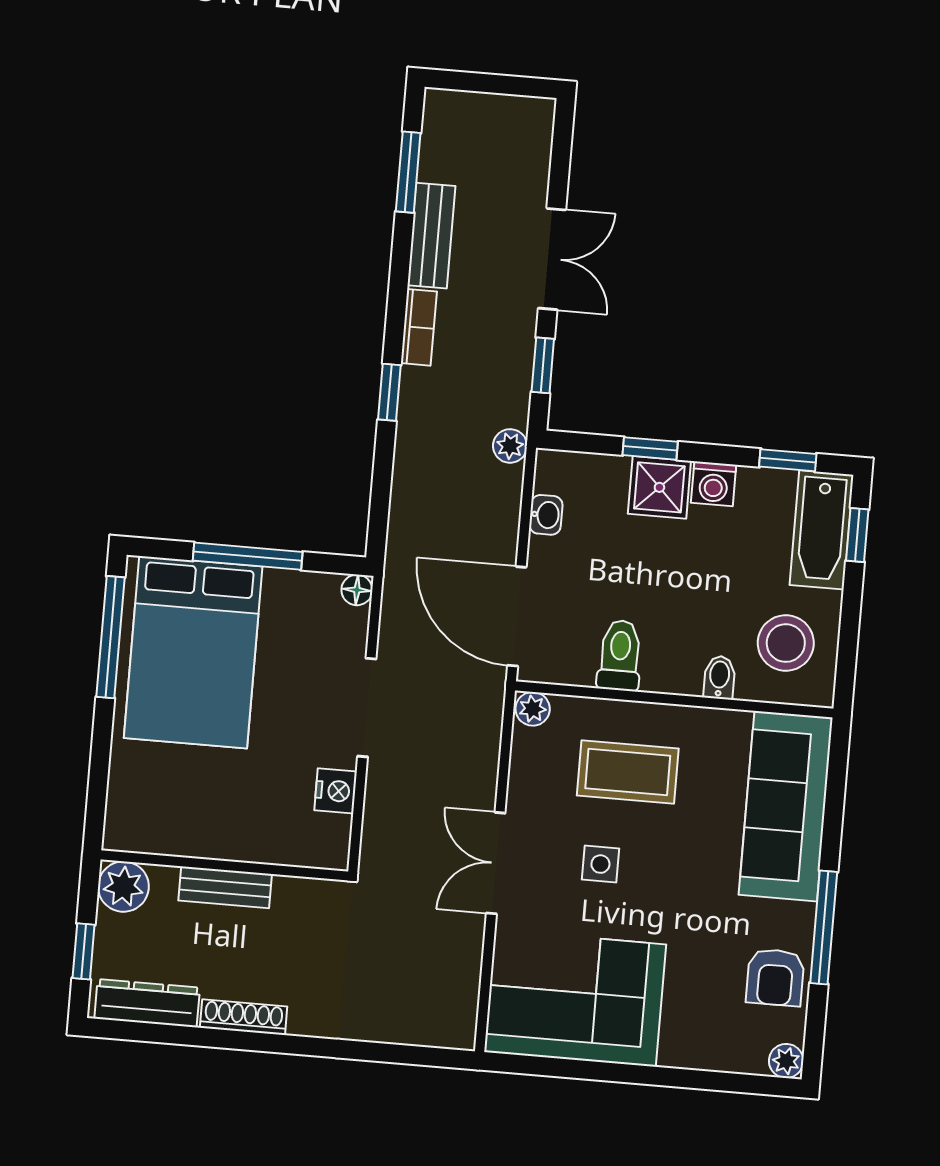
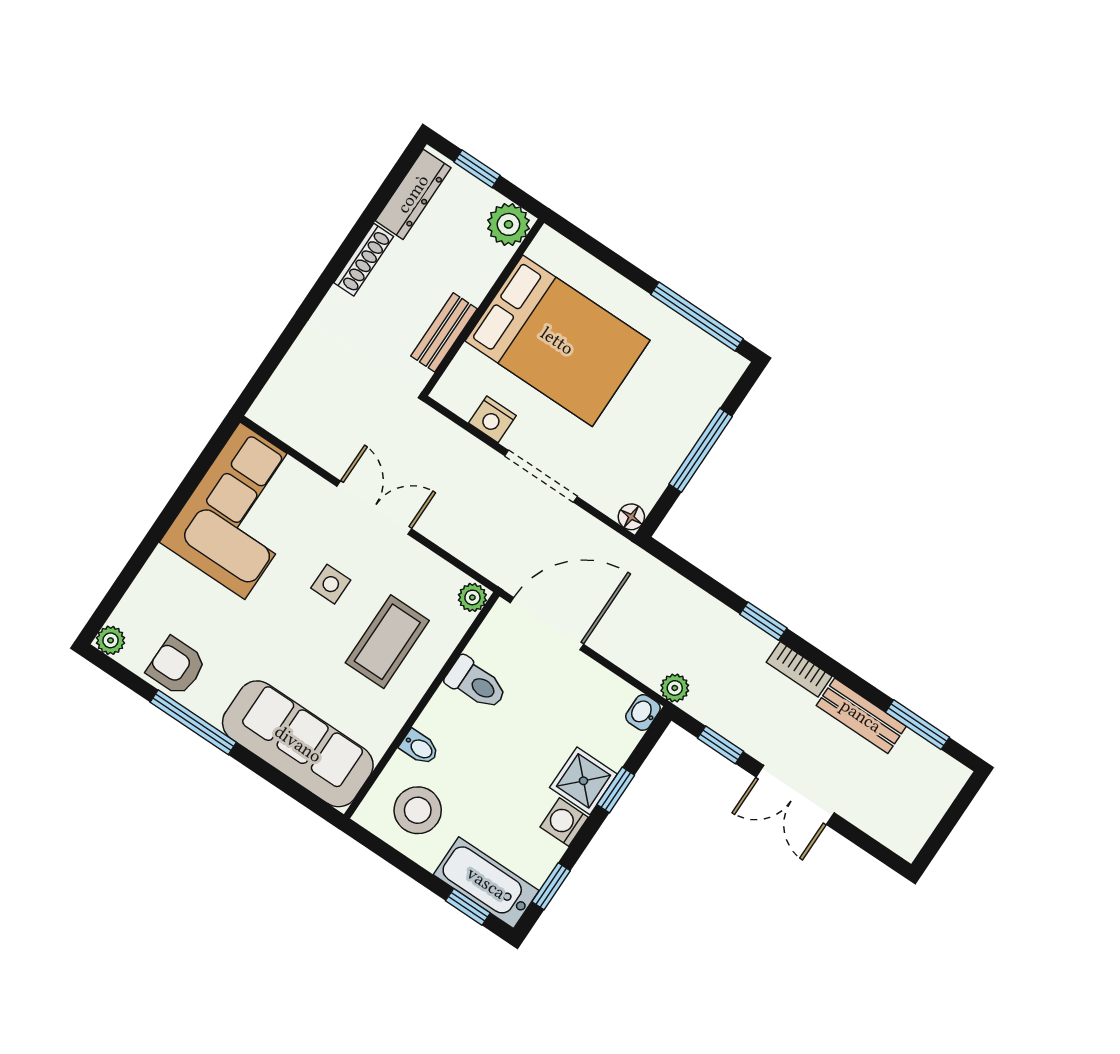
washbasin: (546, 515) -> (643, 712), moved, turned 90
bed: (193, 652) -> (557, 341), moved, turned 180
bench: (225, 887) -> (444, 332), moved

